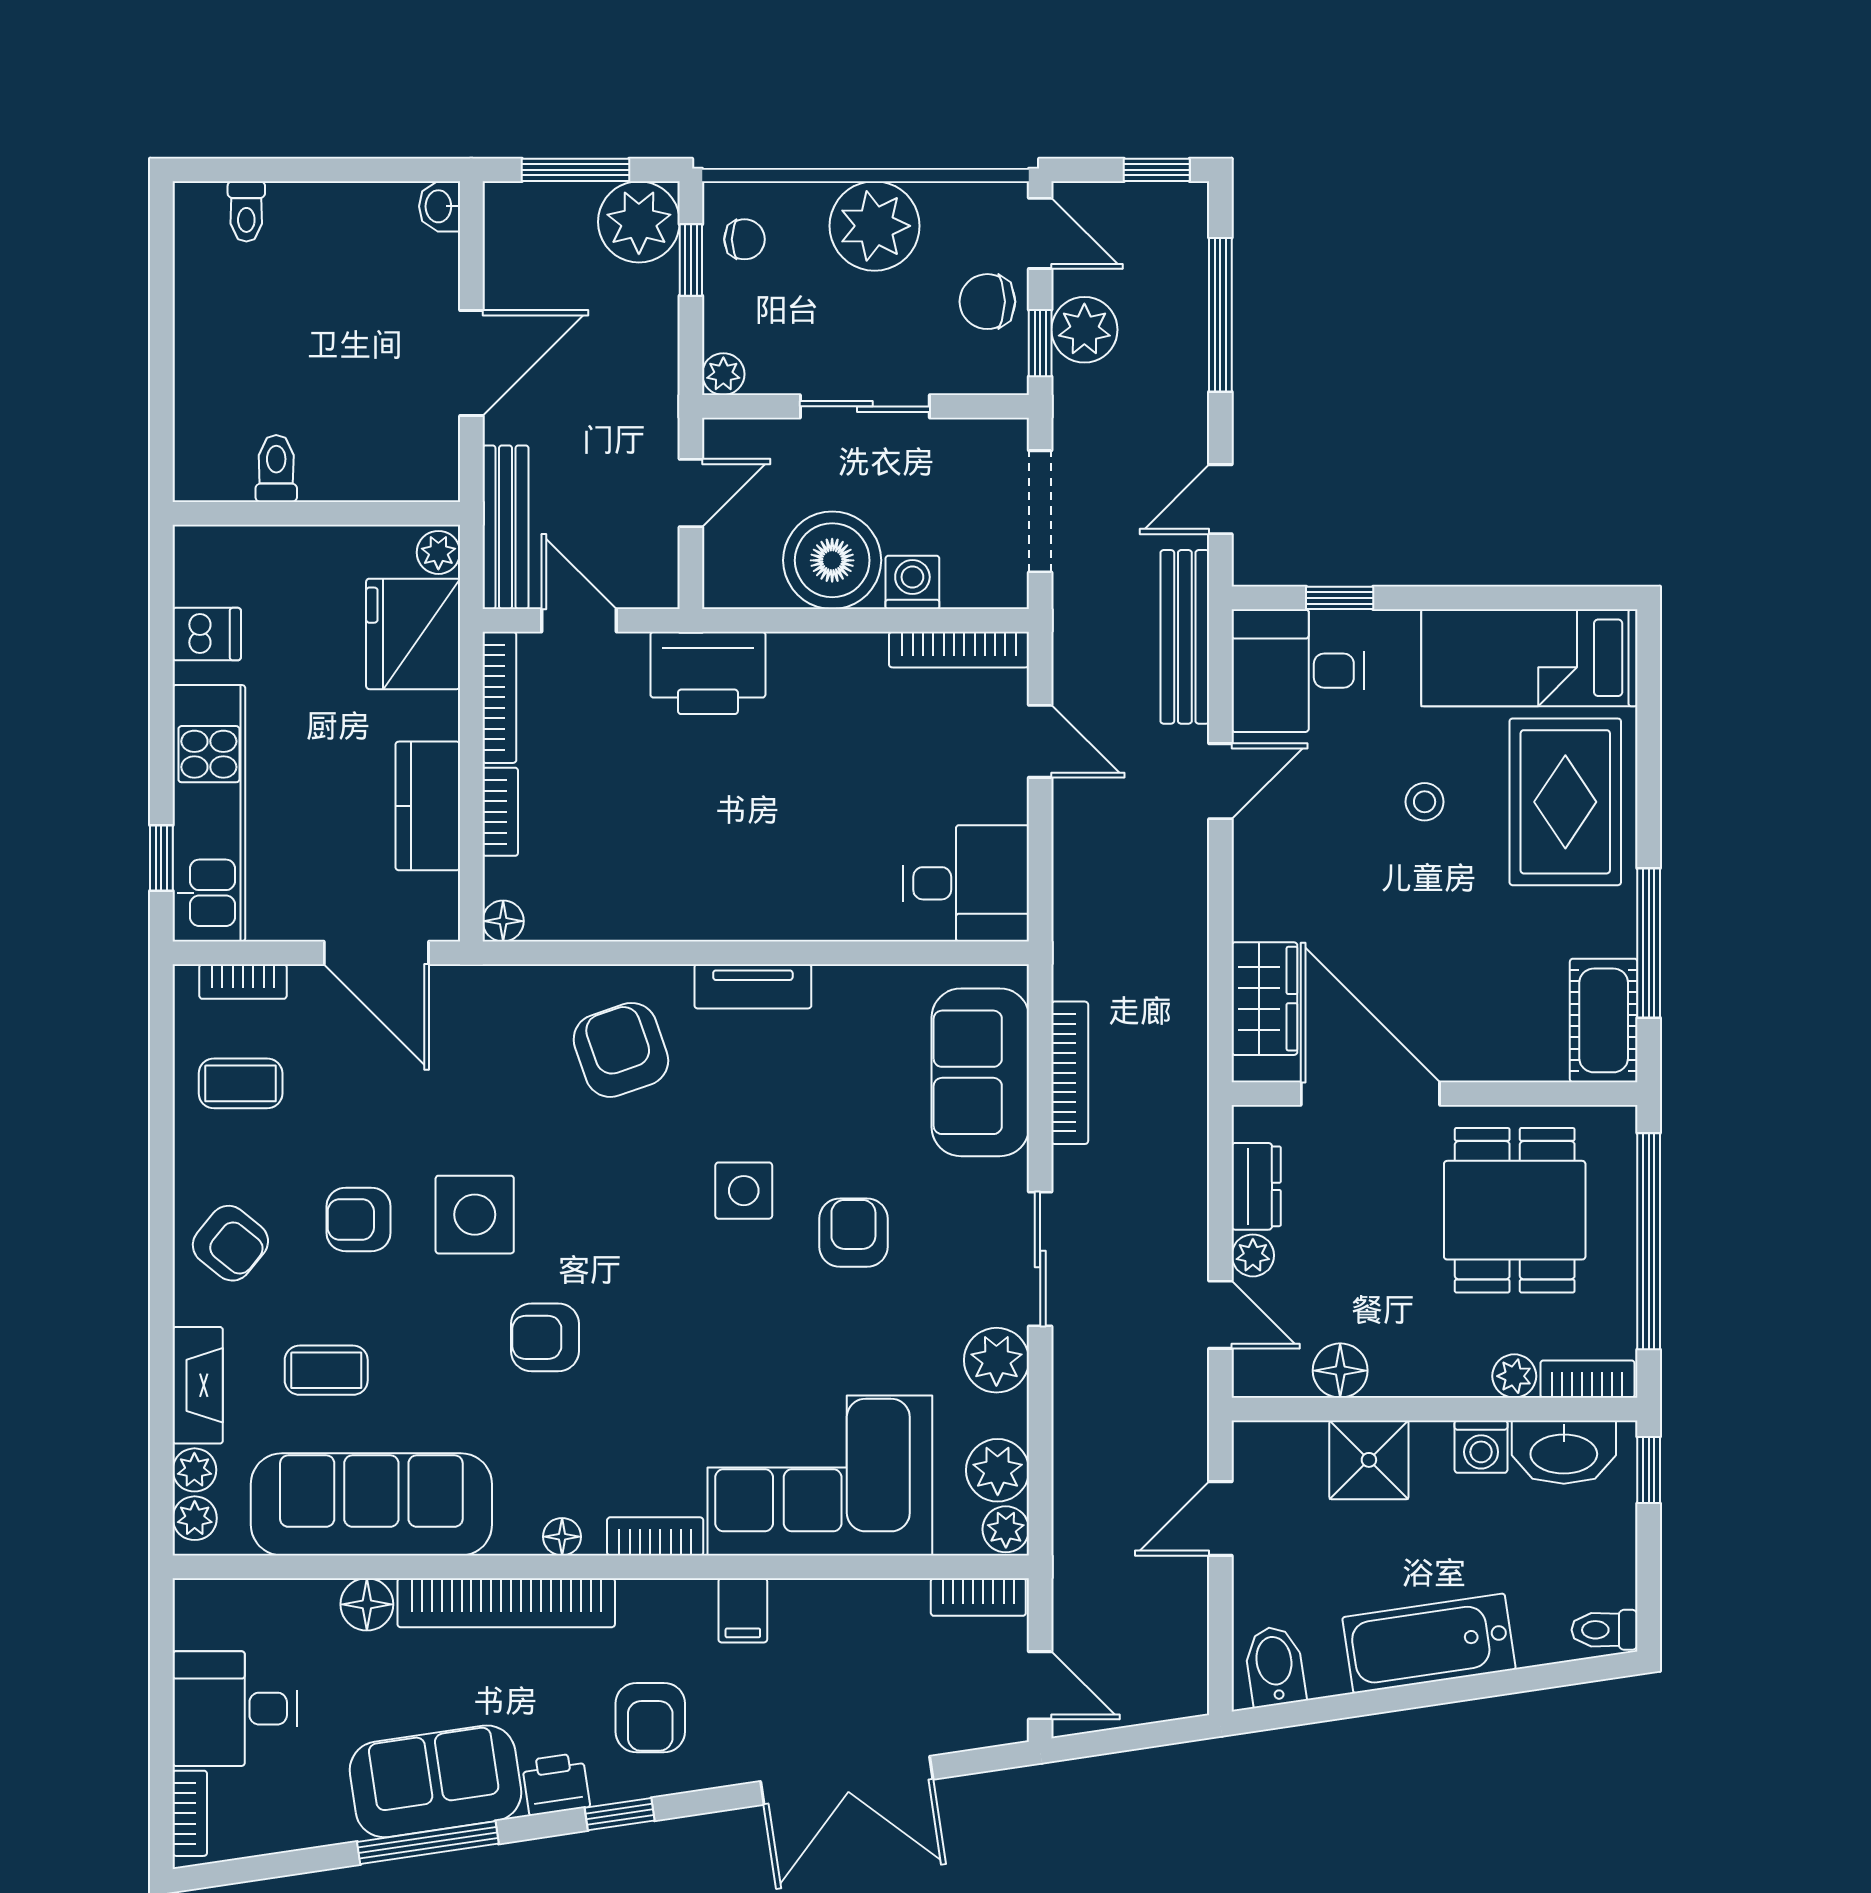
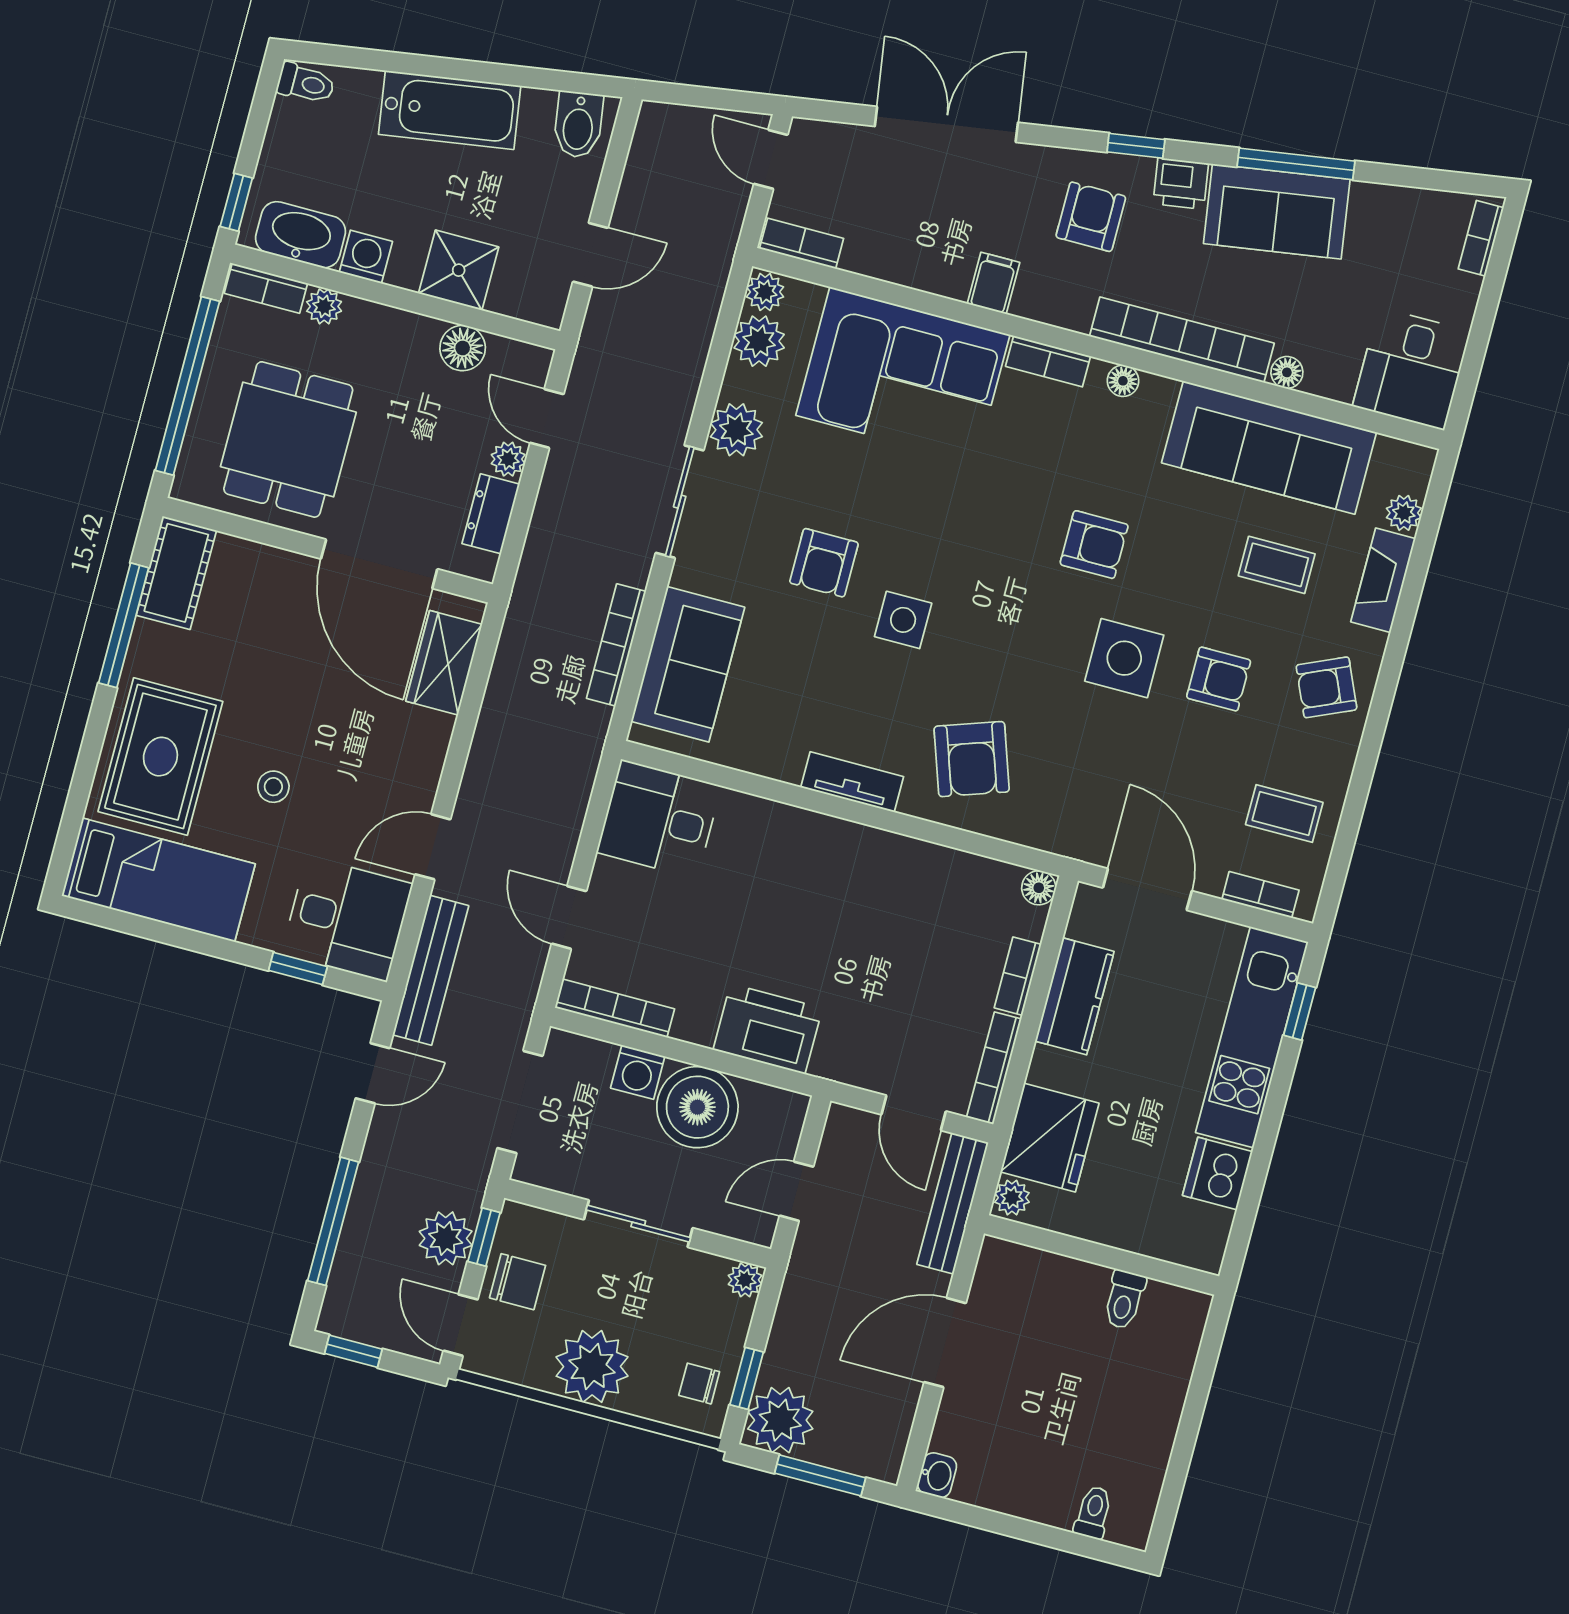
dishwasher: (207, 634) -> (1217, 1174), width x1.38
printer: (708, 673) -> (768, 1029), moved
armchair: (230, 1243) -> (1326, 687), turned -63
plant: (195, 1518) -> (1414, 474), removed
floor lamp: (367, 1604) -> (1287, 372), width x0.73, depth x0.73
desk: (235, 1709) -> (1411, 369), moved, turned 90

